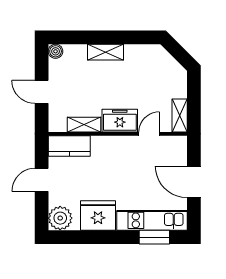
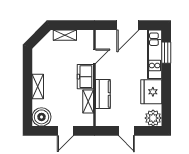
boiler: (56, 51) -> (42, 117), width x1.86, depth x1.86
shelving: (180, 116) -> (65, 35), moved
door: (149, 134) -> (95, 56), swing flipped
kitchen counter: (69, 146) -> (103, 94), moved

